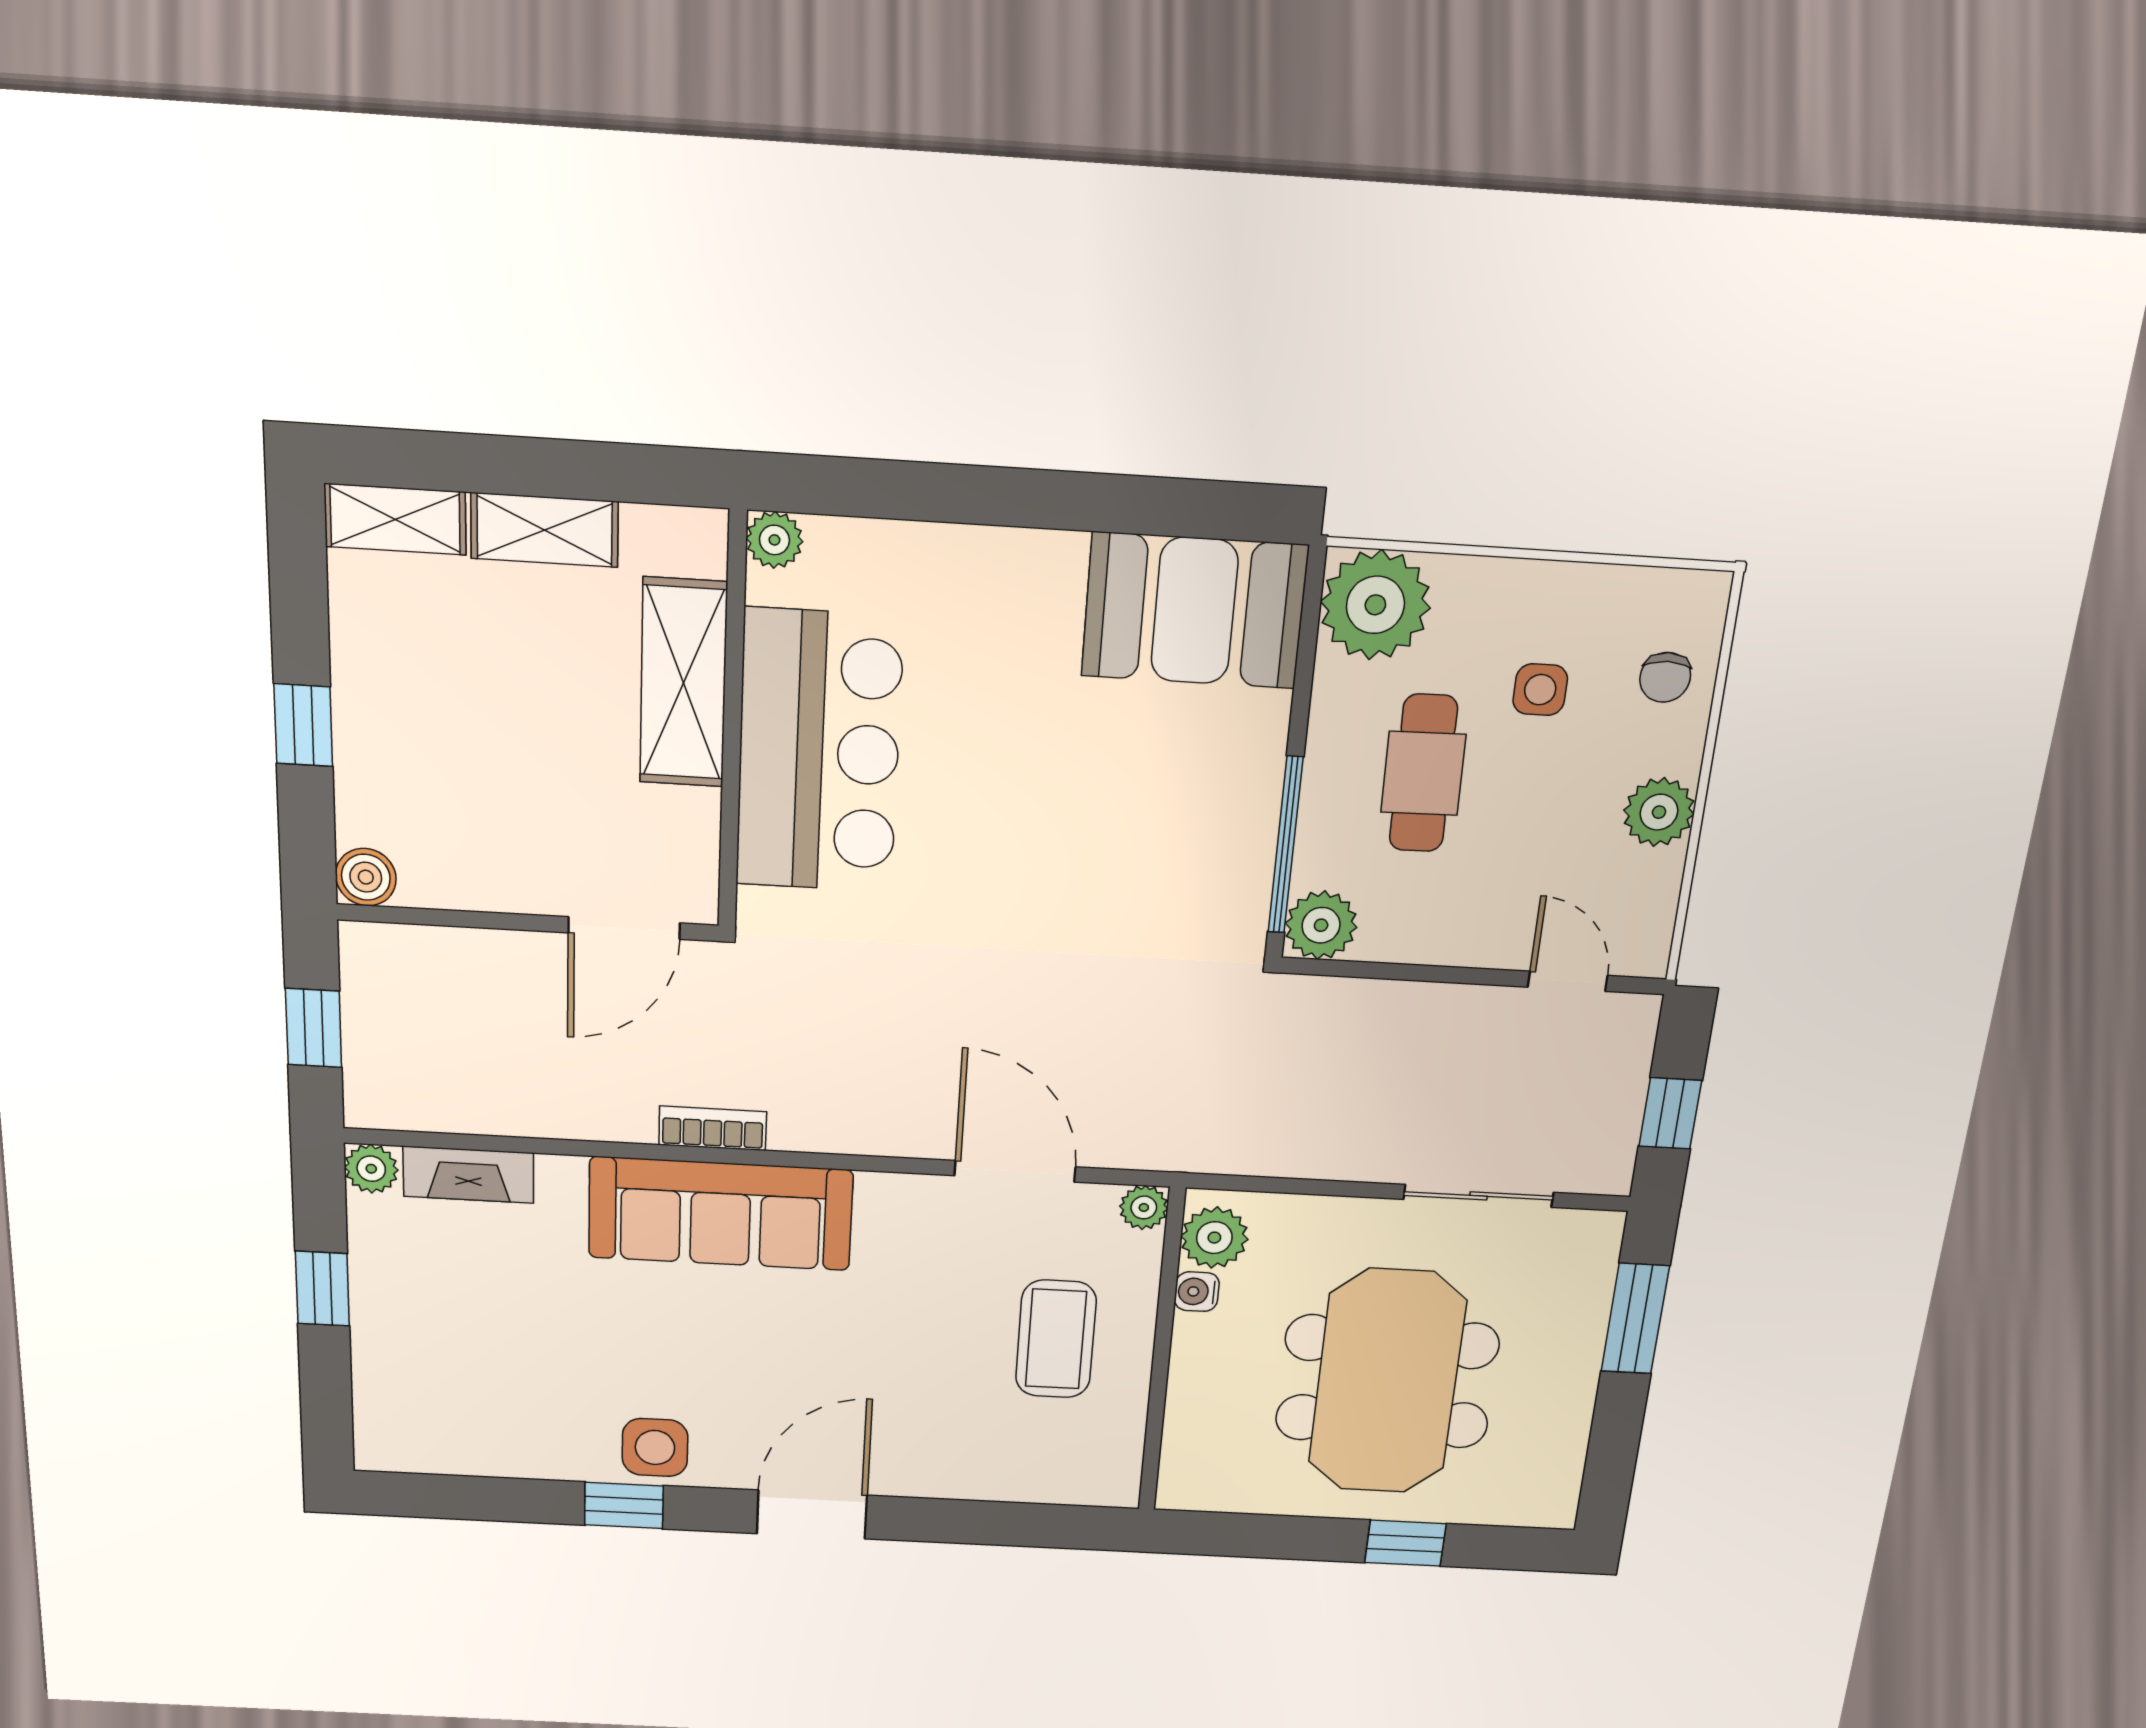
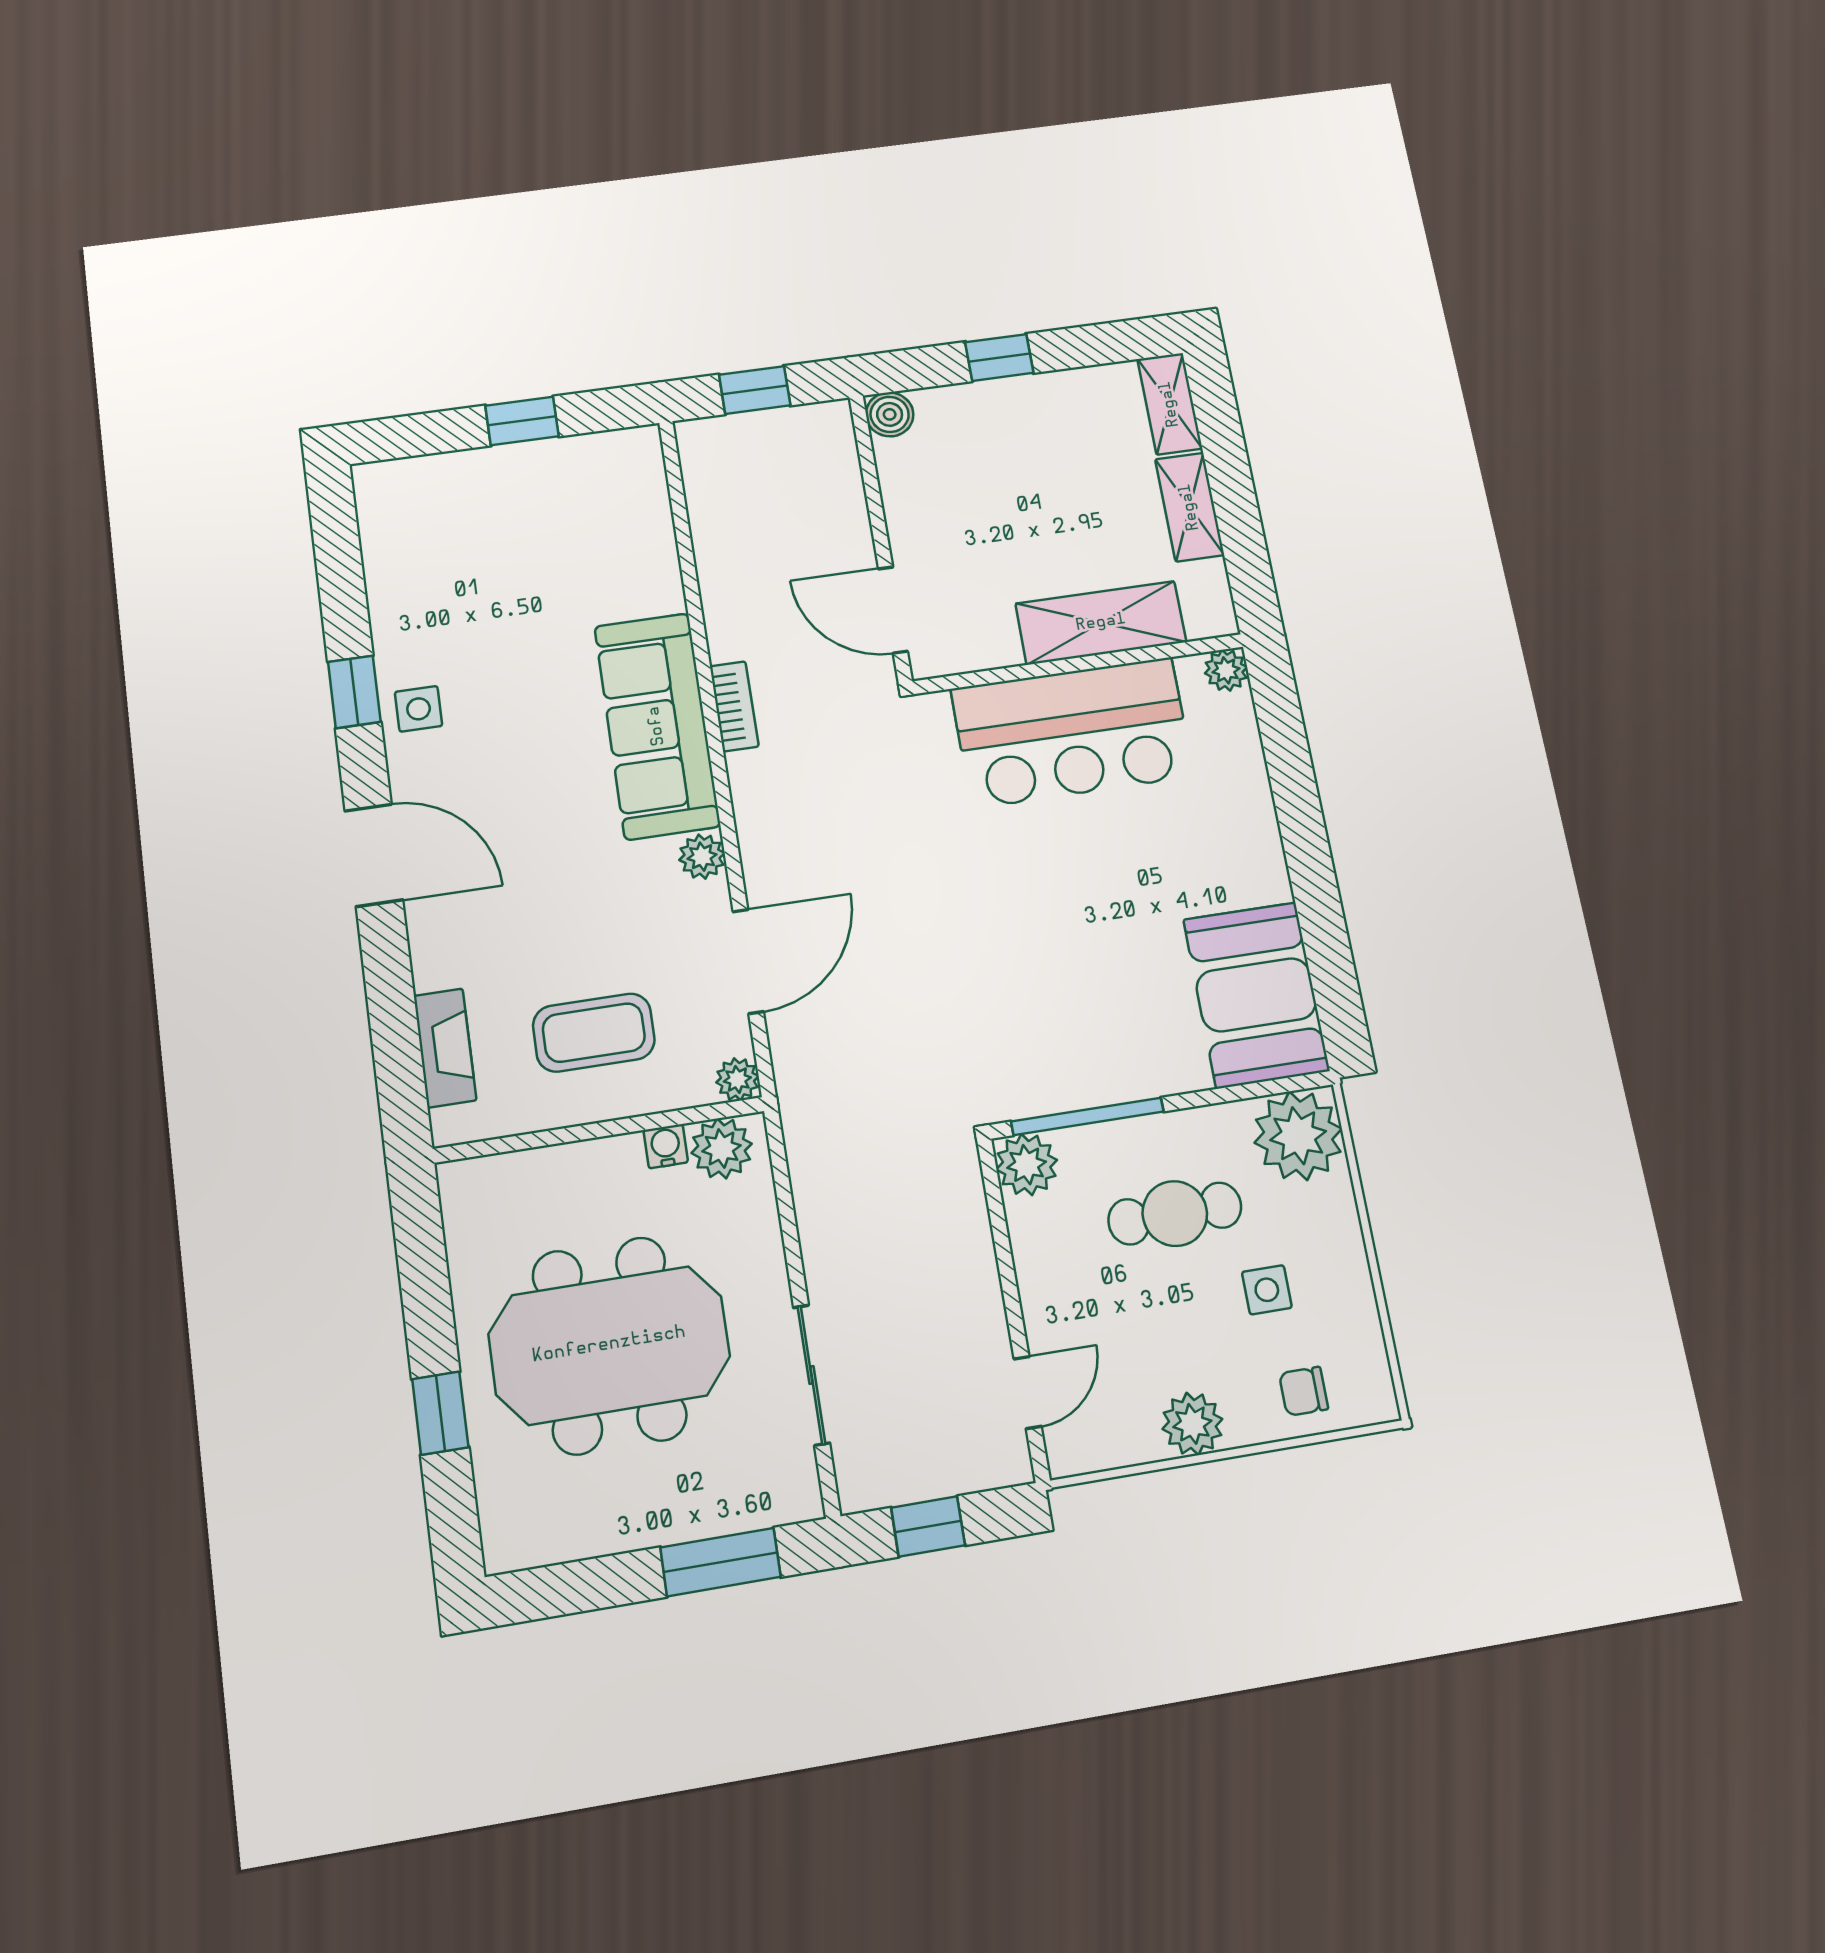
plant: (371, 1169) -> (702, 857), moved
fireplace: (468, 1175) -> (445, 1048), moved, turned 180
side table: (655, 1448) -> (419, 709), width x0.73, depth x0.73

